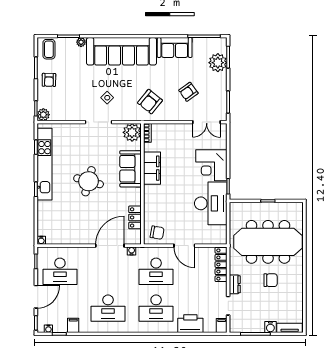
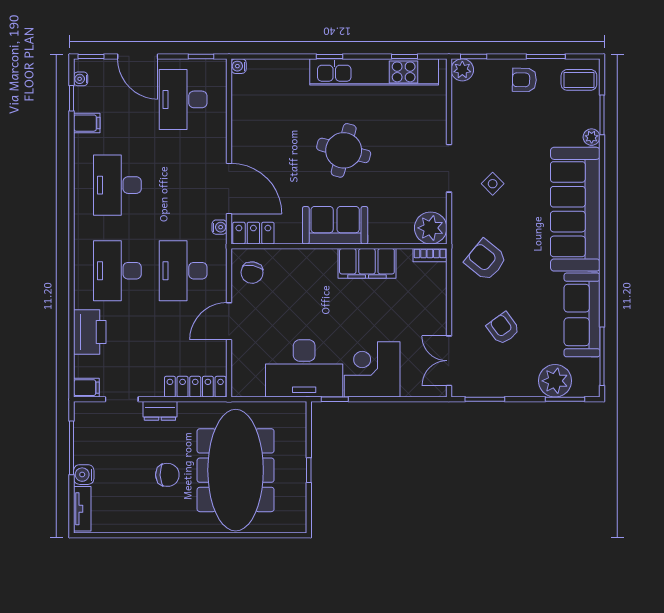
sofa: (175, 47) -> (582, 315), width x1.36
sofa: (131, 169) -> (335, 225), moved
locker: (135, 217) -> (253, 233), moved
chair: (271, 280) -> (167, 475), turned -92

